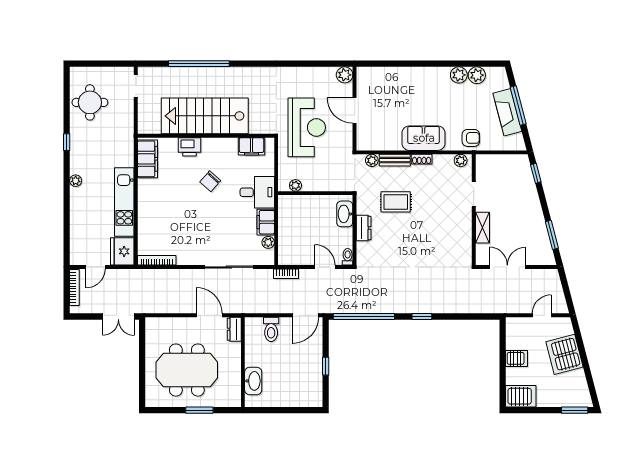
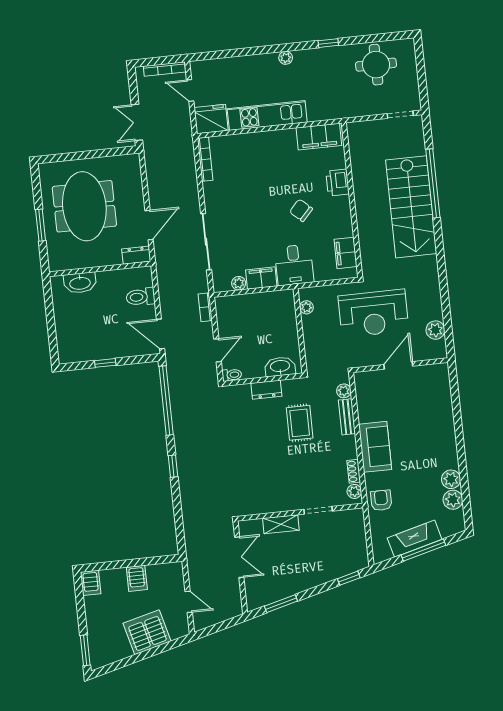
plant: (345, 75) -> (435, 330), moved
stairs: (205, 116) -> (411, 207), moved, turned 180
armchair: (471, 138) -> (381, 500), turned 180
shoe rack: (422, 159) -> (354, 471), moved
server rack: (521, 396) -> (91, 583), width x0.73, depth x0.70

